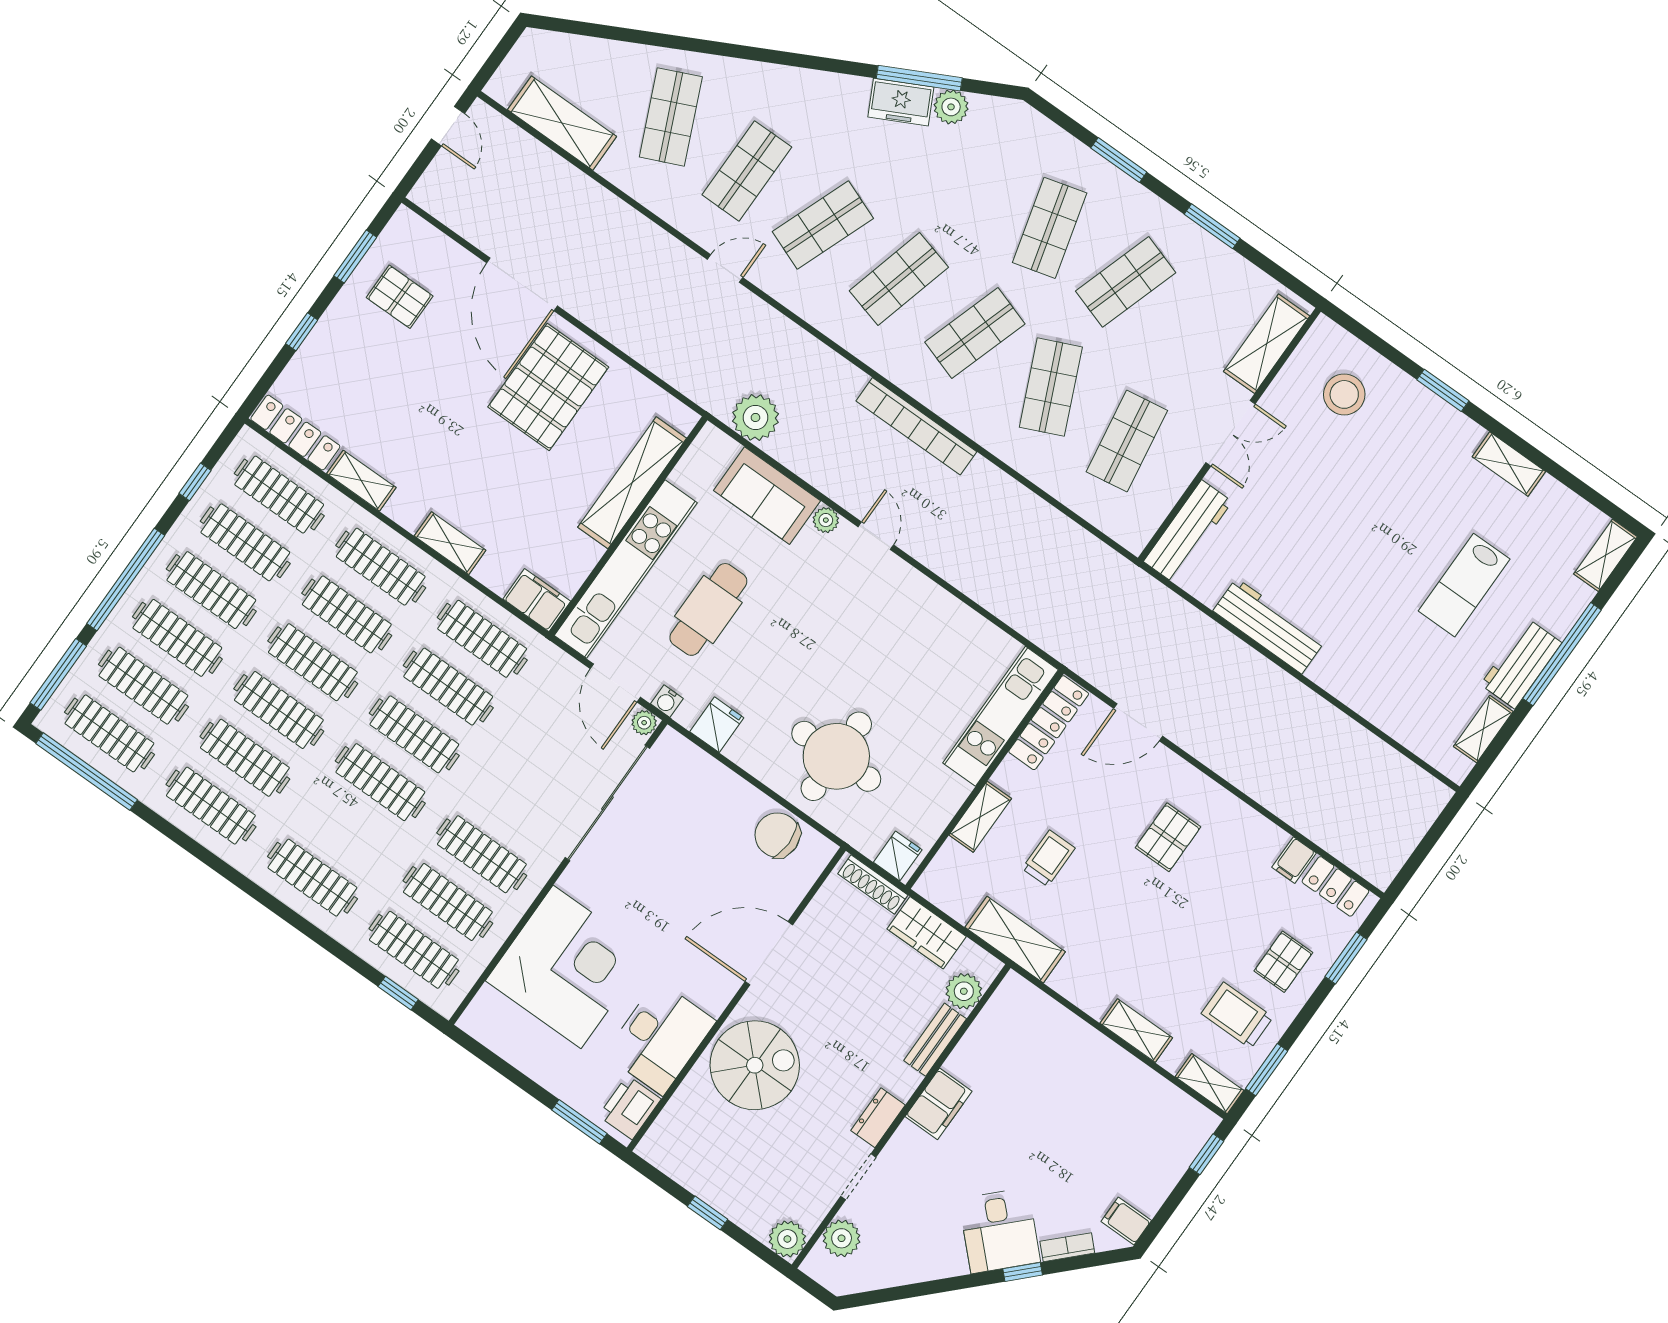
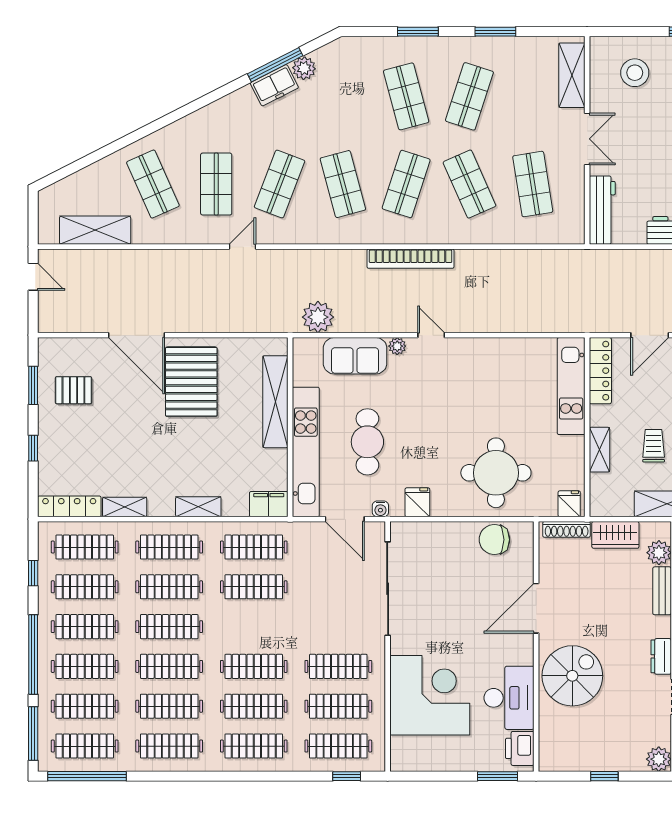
shop shelf: (899, 279) -> (343, 184), turned -30
plant: (644, 723) -> (376, 530), removed
clothes rail: (414, 734) -> (254, 706), moved

